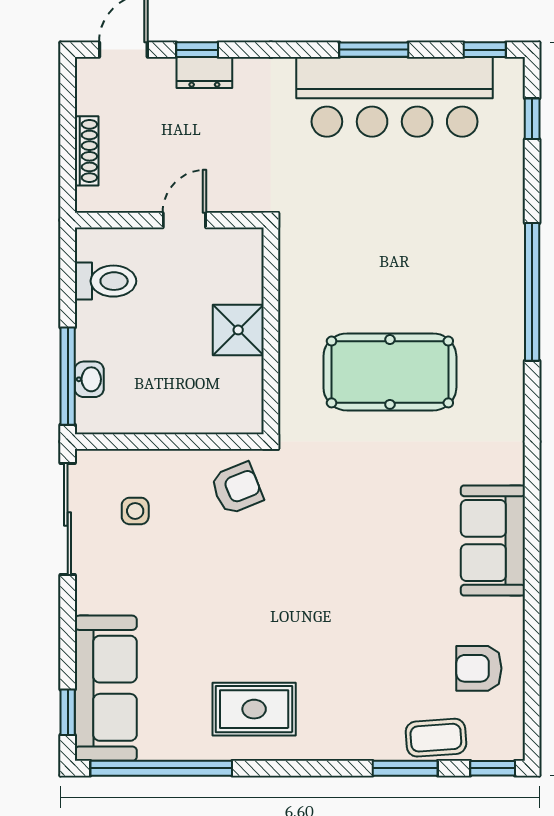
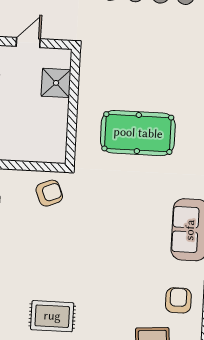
shower: (238, 330) -> (56, 83), moved
armchair: (479, 668) -> (178, 300), turned 90

